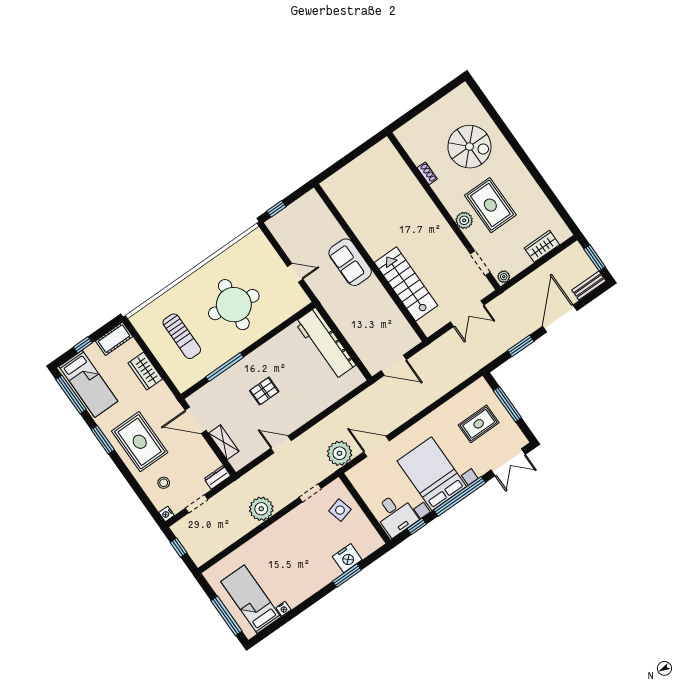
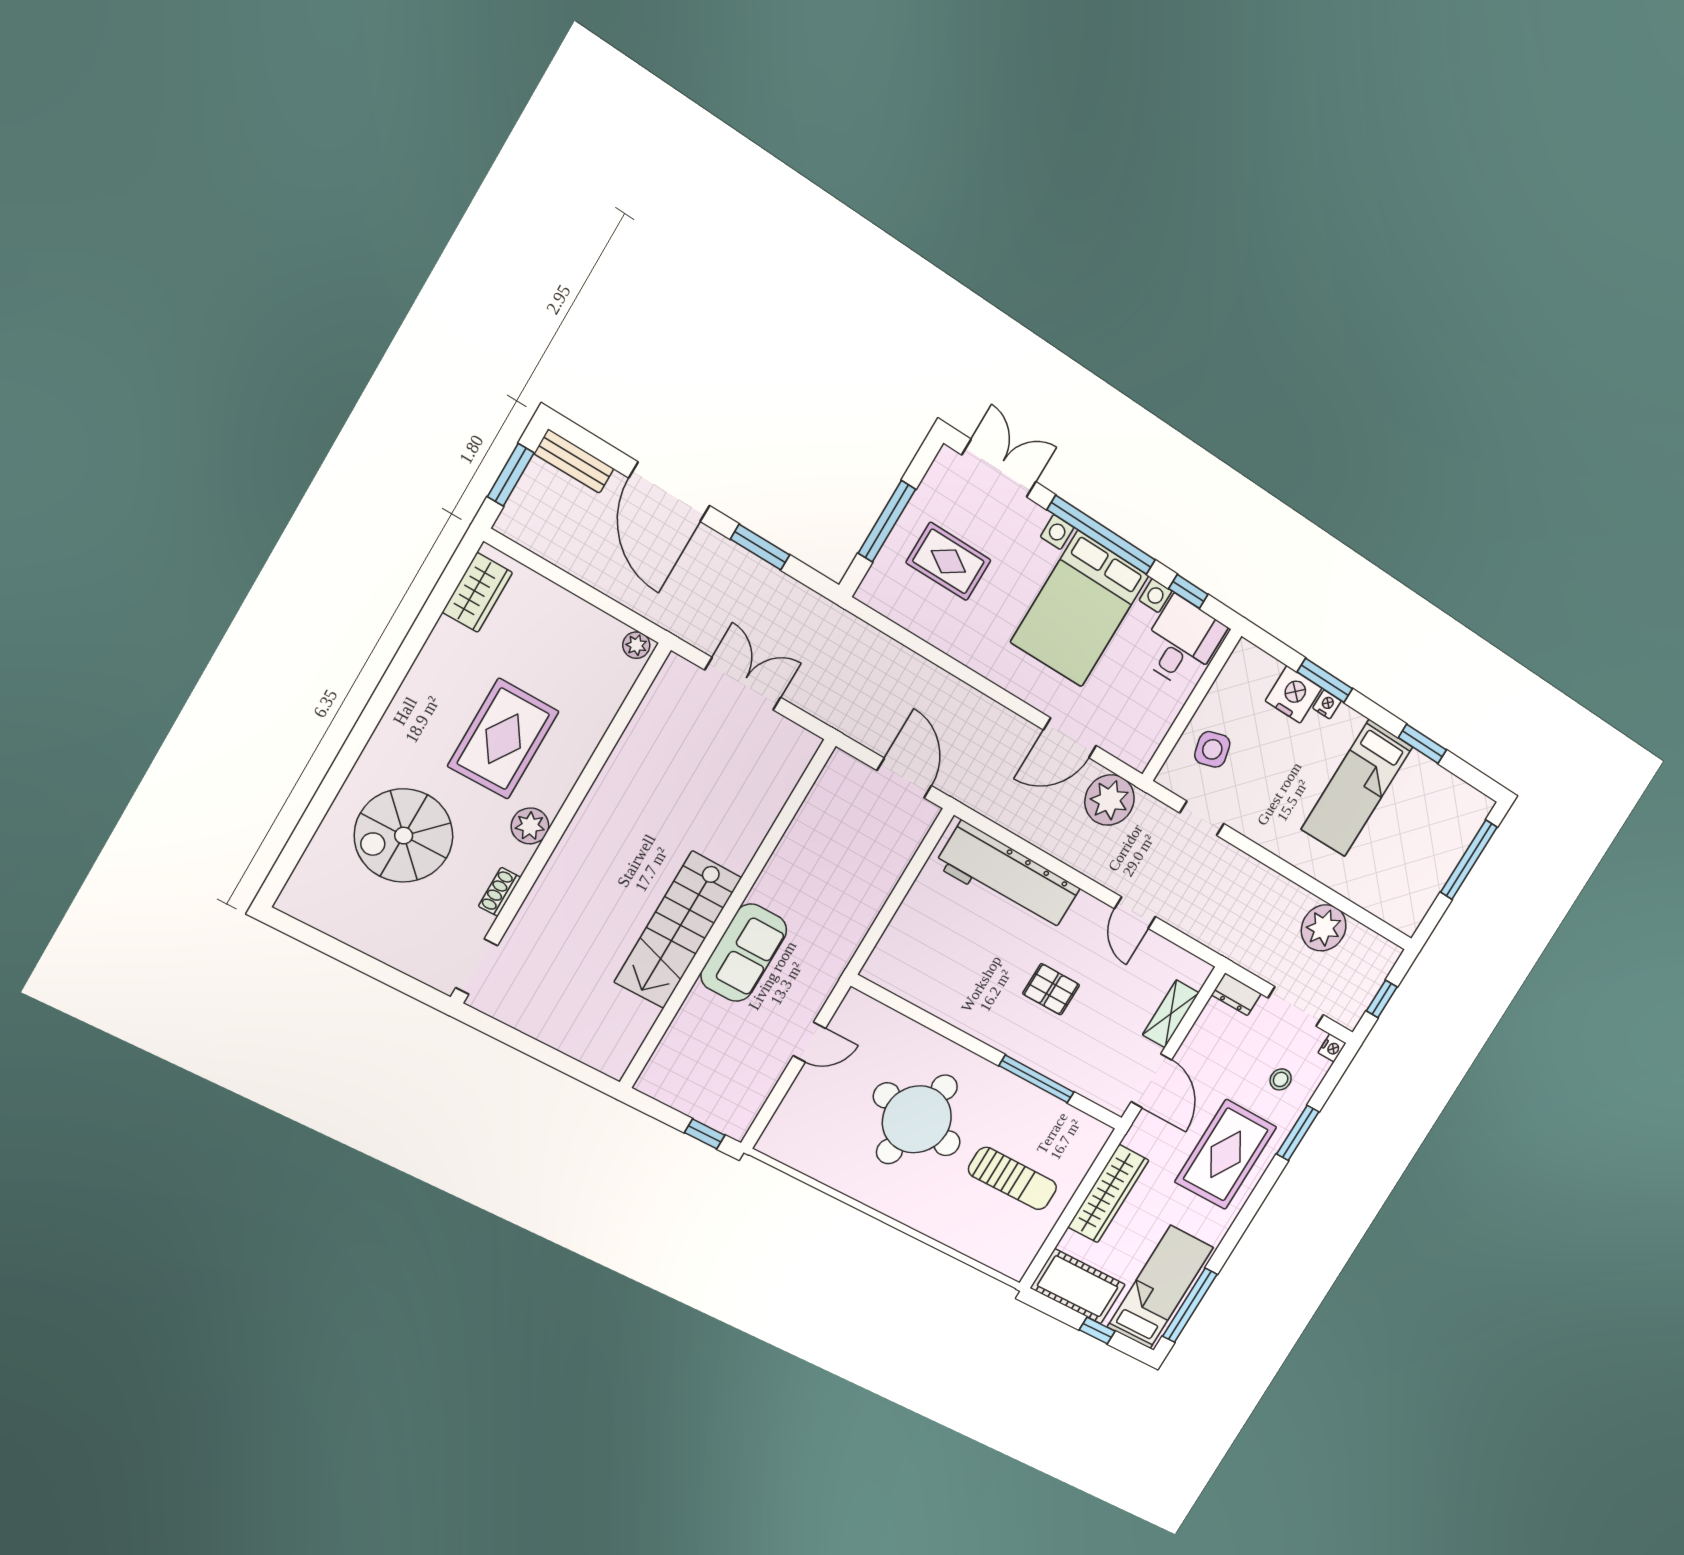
spiral stairs: (469, 147) -> (404, 836), turned -90
plant: (464, 220) -> (530, 826), moved
wardrobe: (542, 246) -> (477, 592), moved, turned -90
doorway: (480, 263) -> (477, 967), moved
door: (295, 273) -> (809, 1042), swing flipped
stairs: (406, 284) -> (678, 930), moved
door: (560, 318) -> (669, 492), hinge flipped
sun lounger: (182, 336) -> (1013, 1179), turned 90
cot: (114, 339) -> (1078, 1286), width x1.37, depth x1.34
workbench: (325, 344) -> (1008, 877), moved, turned 90
wardrobe: (145, 371) -> (1108, 1194), width x1.50
window: (103, 440) -> (1298, 1133), moved
door: (376, 446) -> (1070, 738), hinge flipped
doorway: (197, 504) -> (1296, 1006), width x1.38
plant: (261, 509) -> (1324, 928), moved
bed: (251, 599) -> (1357, 788), moved
nightstand: (283, 609) -> (1327, 704), moved
window: (294, 612) -> (1422, 744), added

